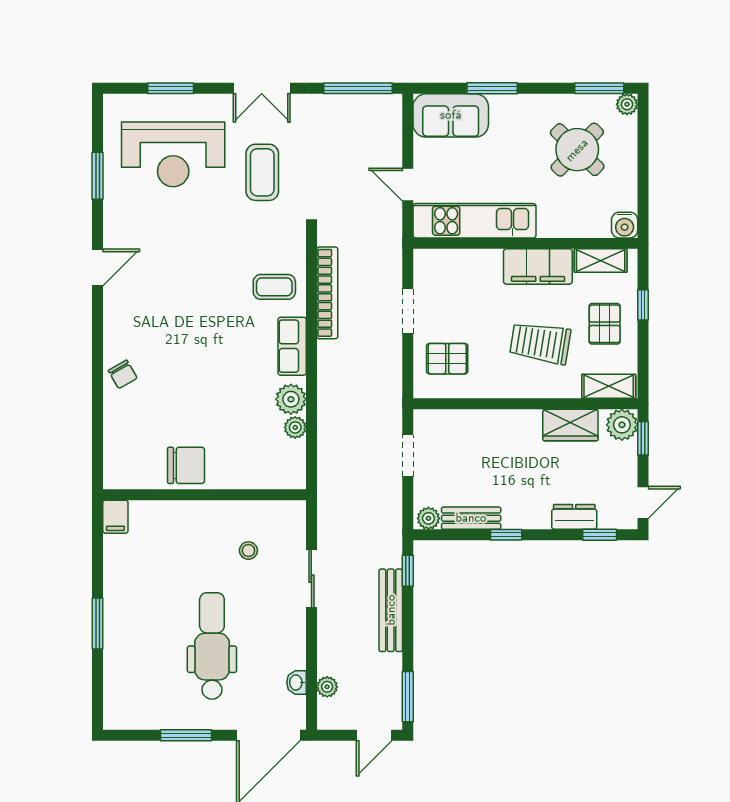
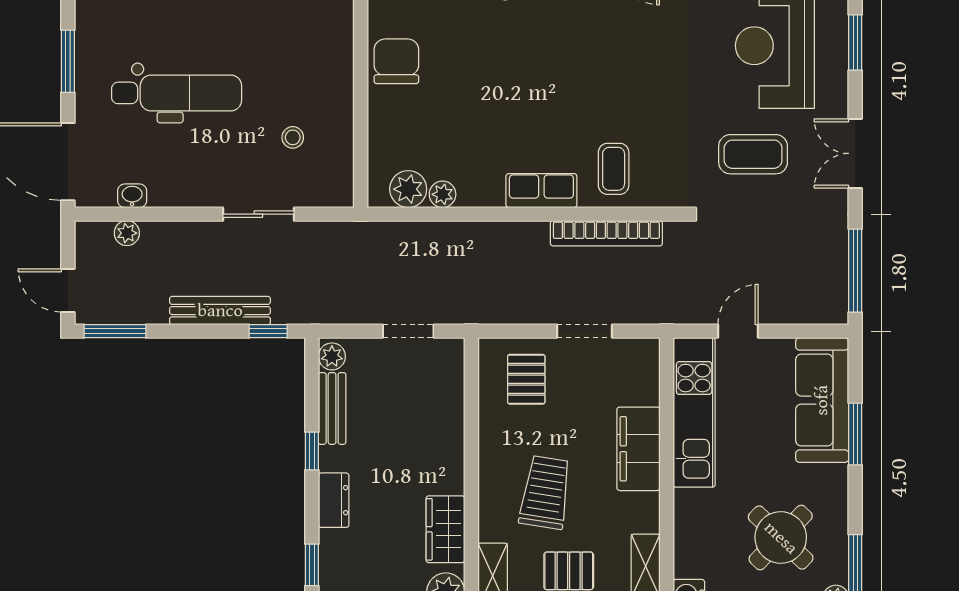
sofa: (451, 115) -> (822, 400), width x1.36
filing cabinet: (538, 266) -> (638, 449), moved
plant: (291, 399) -> (408, 189), moved
chair: (186, 465) -> (396, 61), turned 180
dresser: (574, 517) -> (334, 500), moved

